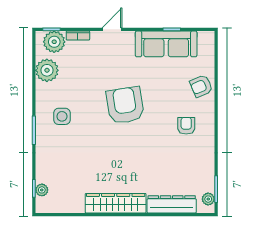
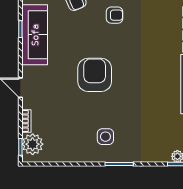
plant: (47, 70) -> (60, 151), removed
armchair: (125, 105) -> (95, 75), turned 99
armchair: (186, 126) -> (115, 15), turned 180

